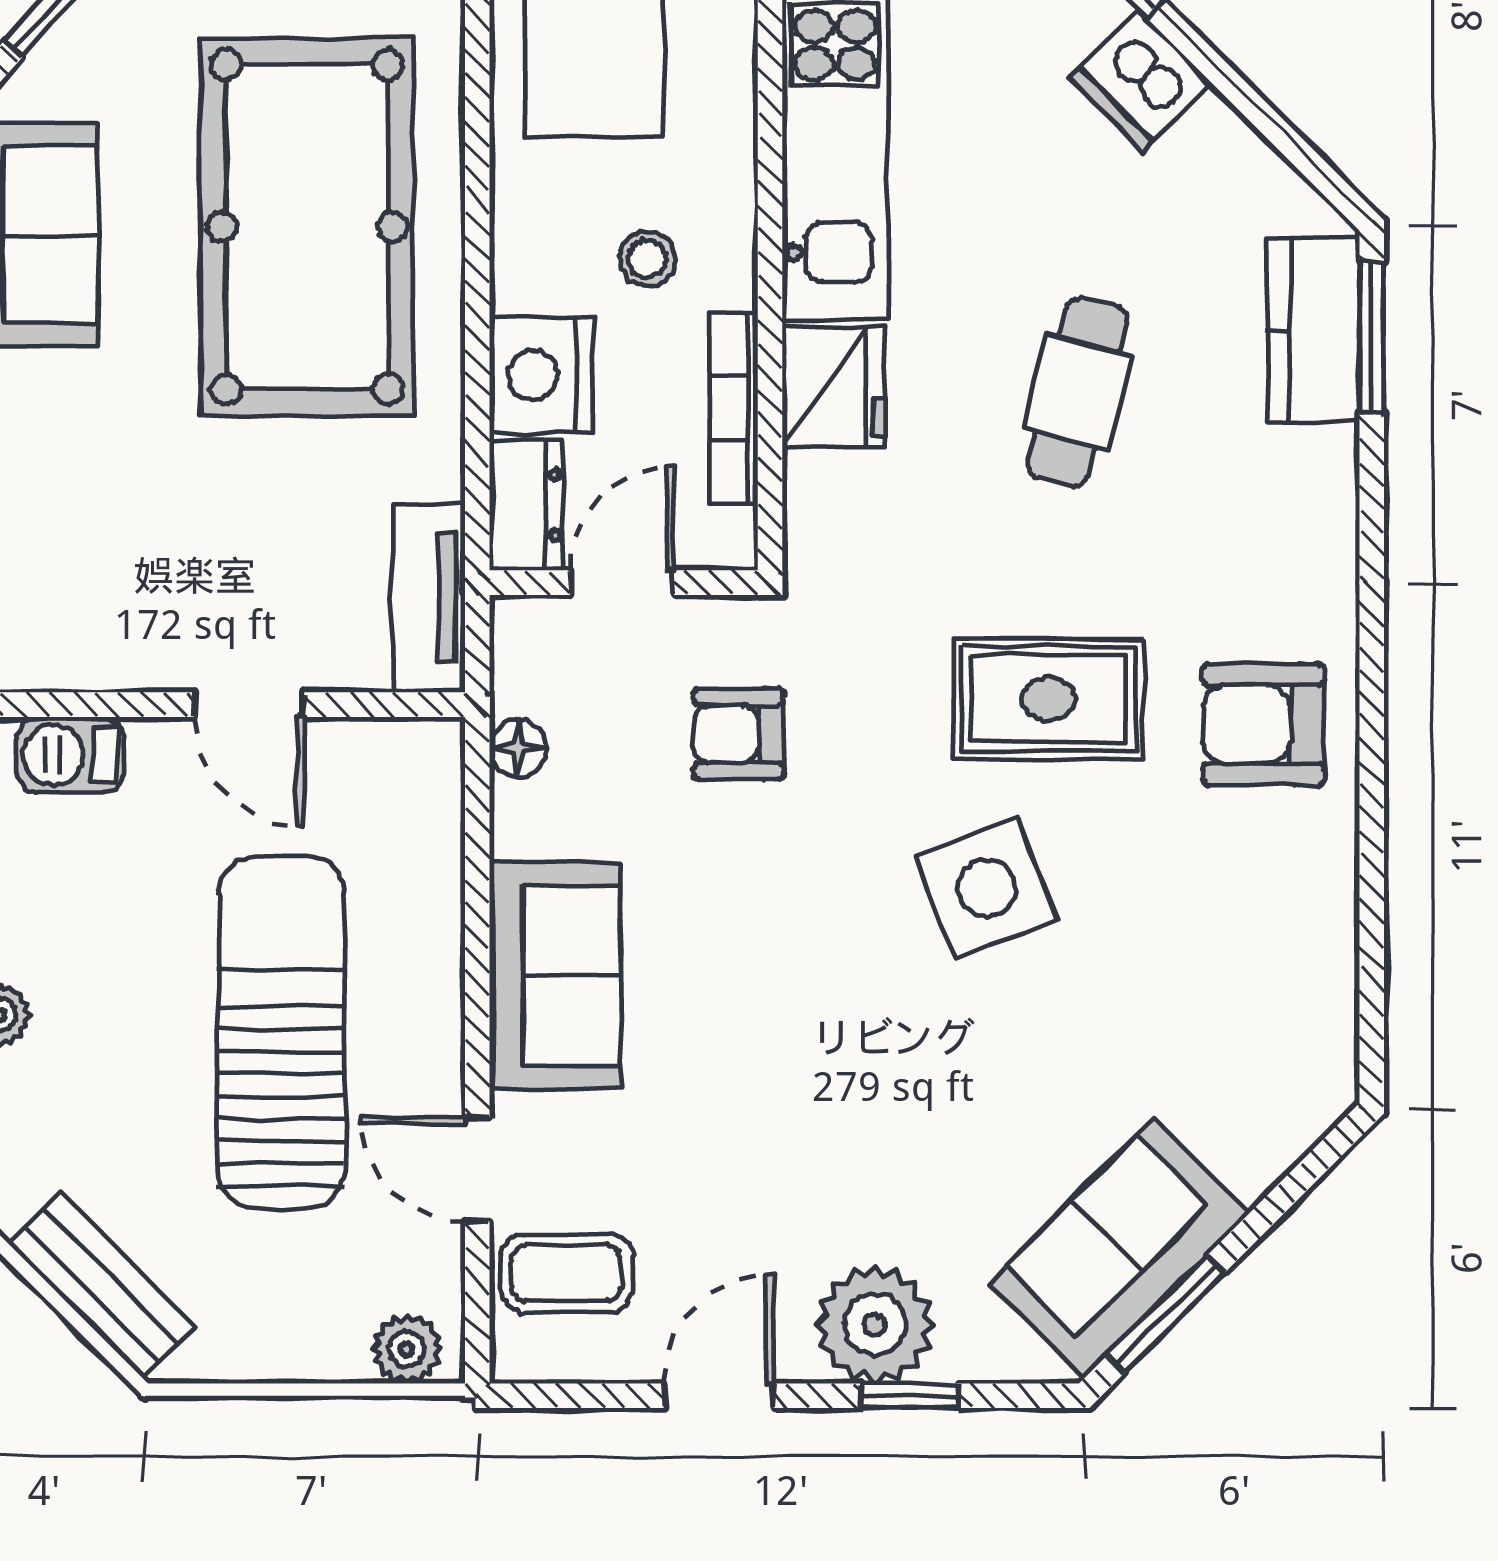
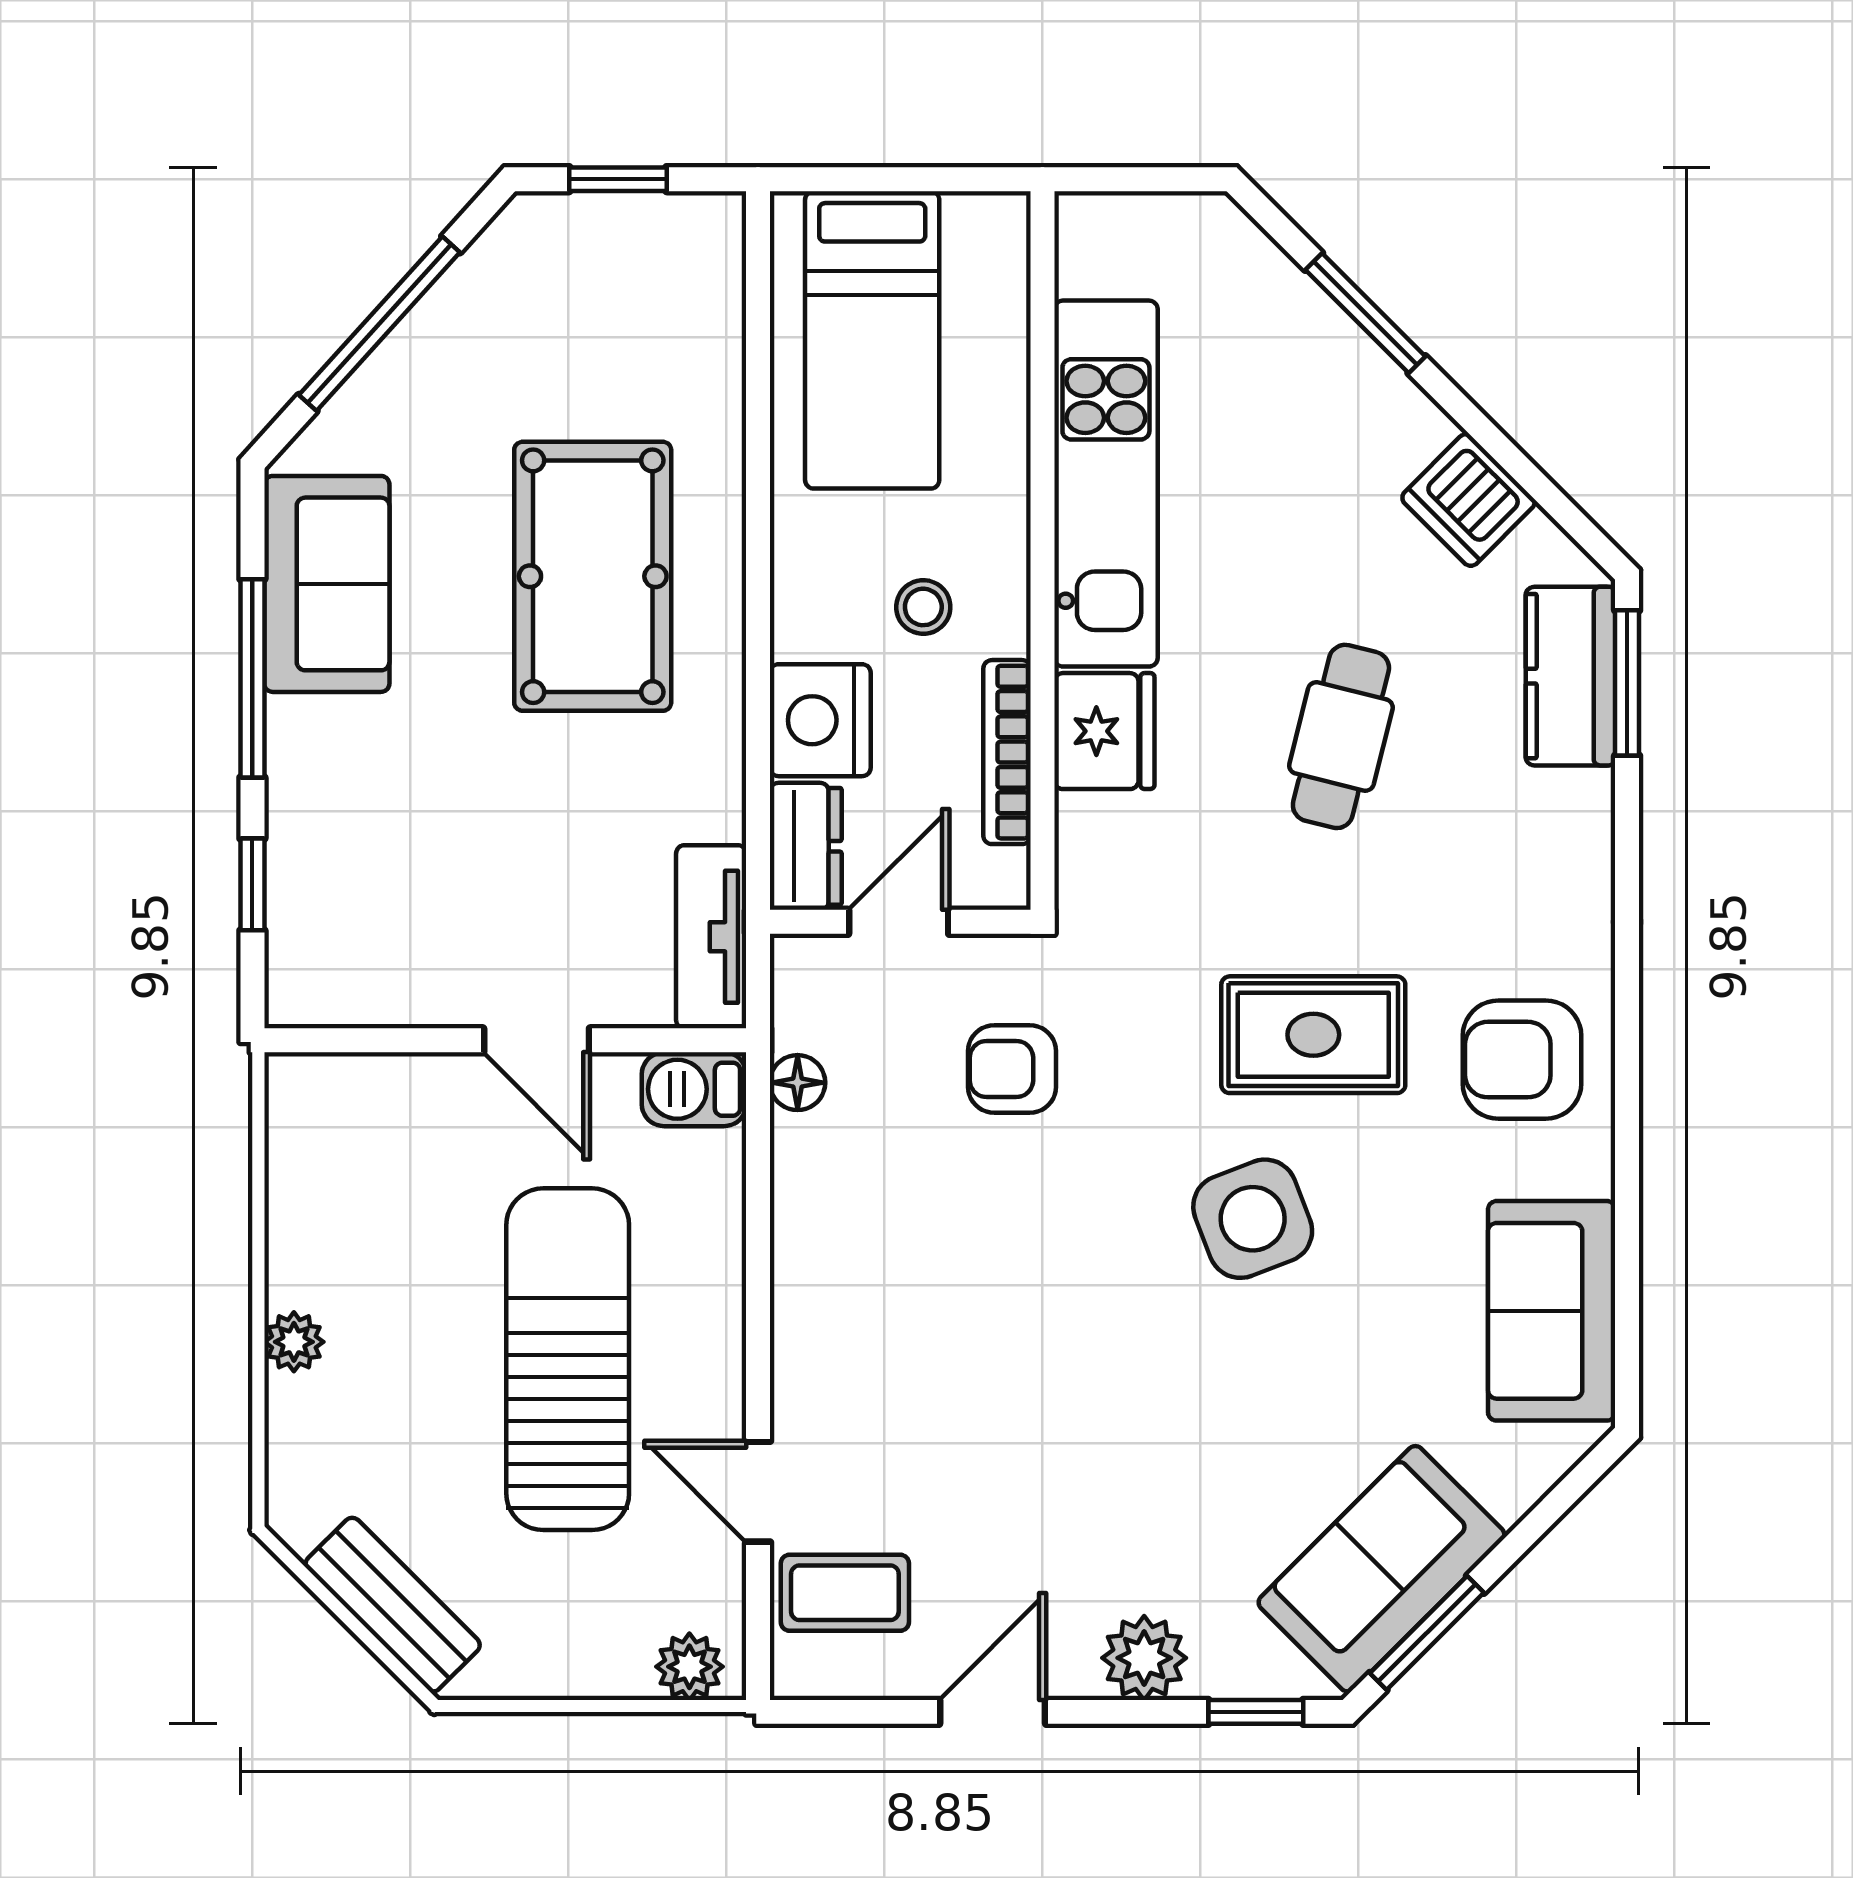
dishwasher: (1140, 81) -> (1468, 500), moved
pool table: (307, 227) -> (593, 576), width x0.73, depth x0.76
barbecue: (70, 755) -> (694, 1089), moved
sofa: (555, 975) -> (1552, 1311), moved, turned 180
plant: (875, 1325) -> (1144, 1658), width x0.73, depth x0.73
window: (910, 1396) -> (1256, 1712), moved

